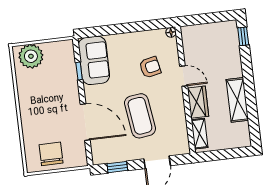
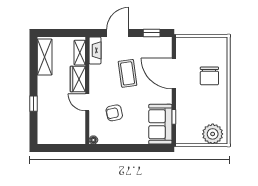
window: (243, 36) -> (34, 104), moved
shelving: (237, 100) -> (45, 57), moved
coffee table: (140, 116) -> (128, 73), width x0.73, depth x0.76
fireplace: (182, 138) -> (95, 50), added
chair: (51, 154) -> (209, 76), moved

